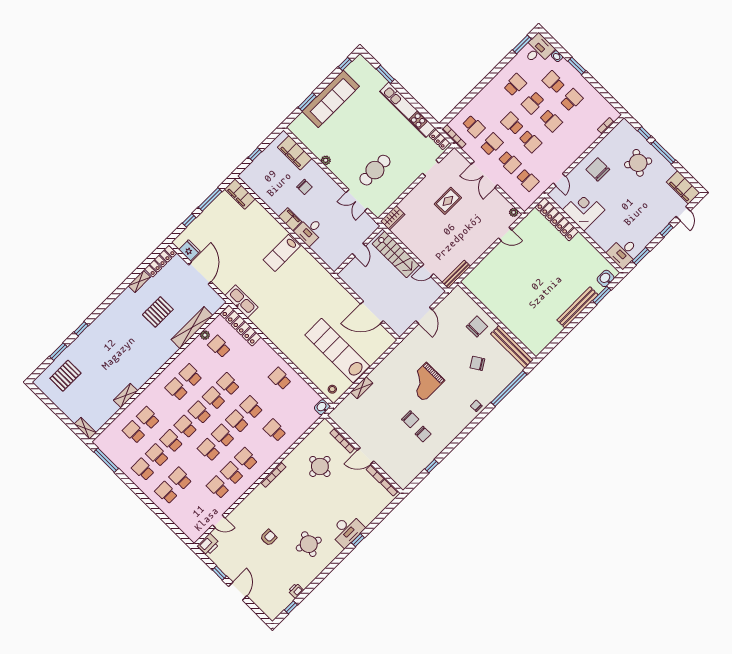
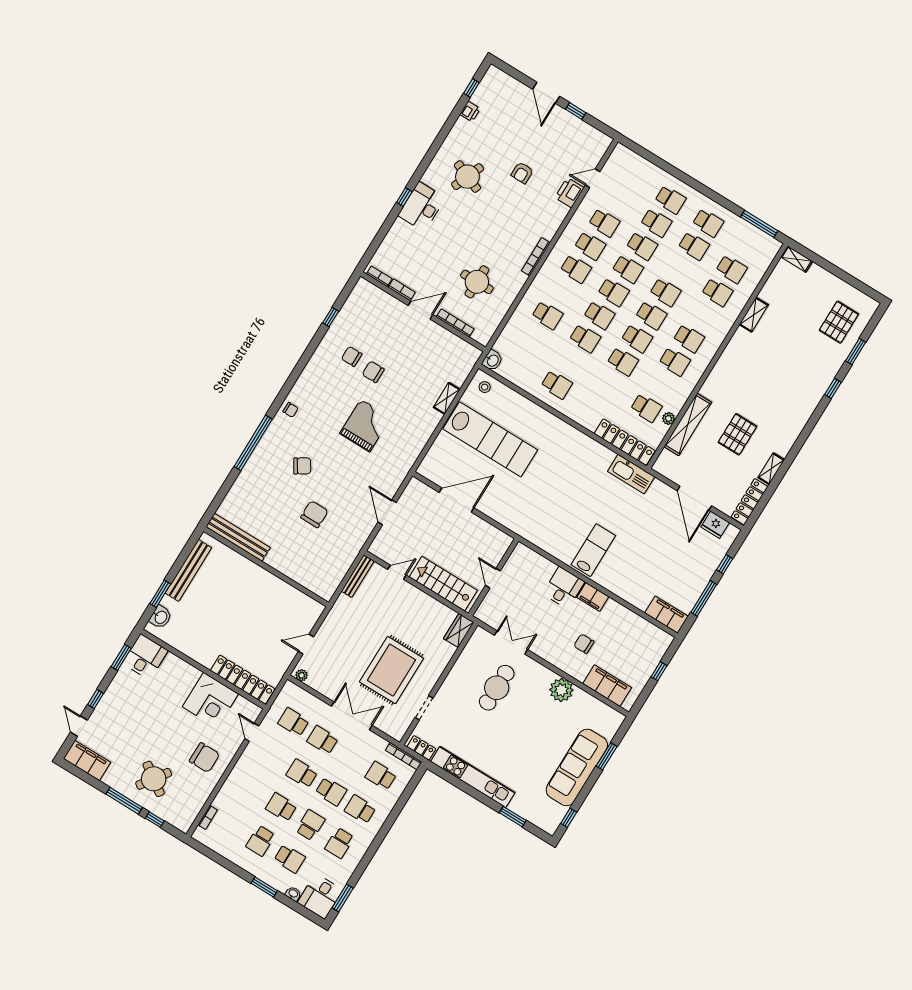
school desk: (492, 144) -> (360, 809), moved, turned 90
plant: (326, 160) -> (561, 690), width x1.87, depth x1.87
rug: (448, 201) -> (392, 670), width x1.86, depth x2.06
wall: (497, 321) -> (266, 567), moved
chair: (477, 326) -> (314, 514), turned 180
bench: (512, 347) -> (238, 537), moved
school desk: (171, 441) -> (642, 246), moved
printer: (209, 545) -> (569, 193), moved

